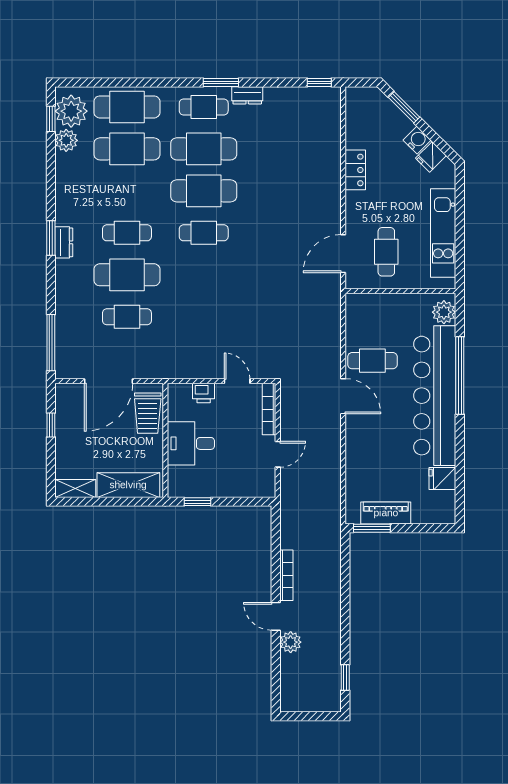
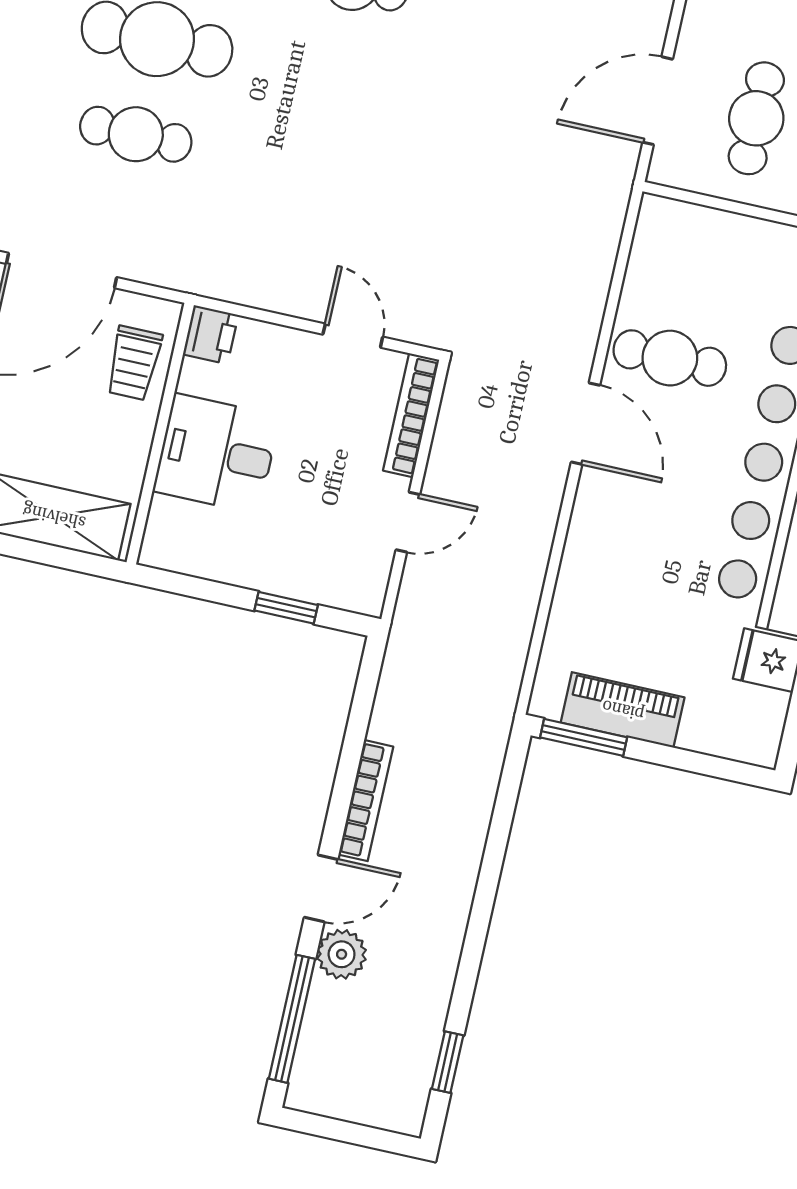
printer: (204, 393) -> (211, 335), moved, turned -90
trolley: (148, 413) -> (134, 363), width x0.73, depth x0.72
window: (198, 502) -> (286, 608), moved
door: (276, 616) -> (321, 888), swing flipped
window: (276, 674) -> (292, 1019), added

